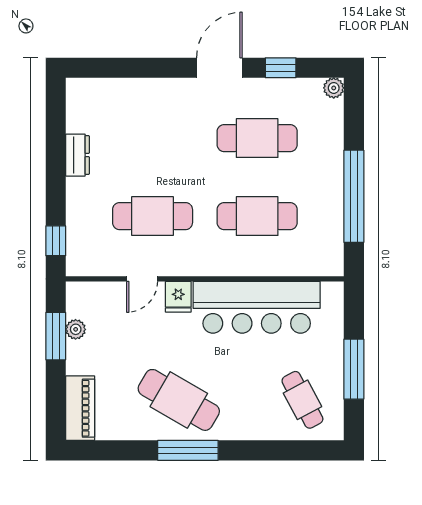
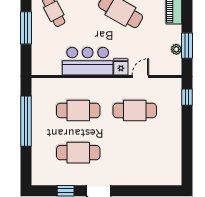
plant: (334, 88) -> (37, 180), removed
dresser: (77, 155) -> (175, 143), removed
bar counter: (257, 307) -> (88, 61), width x0.73

